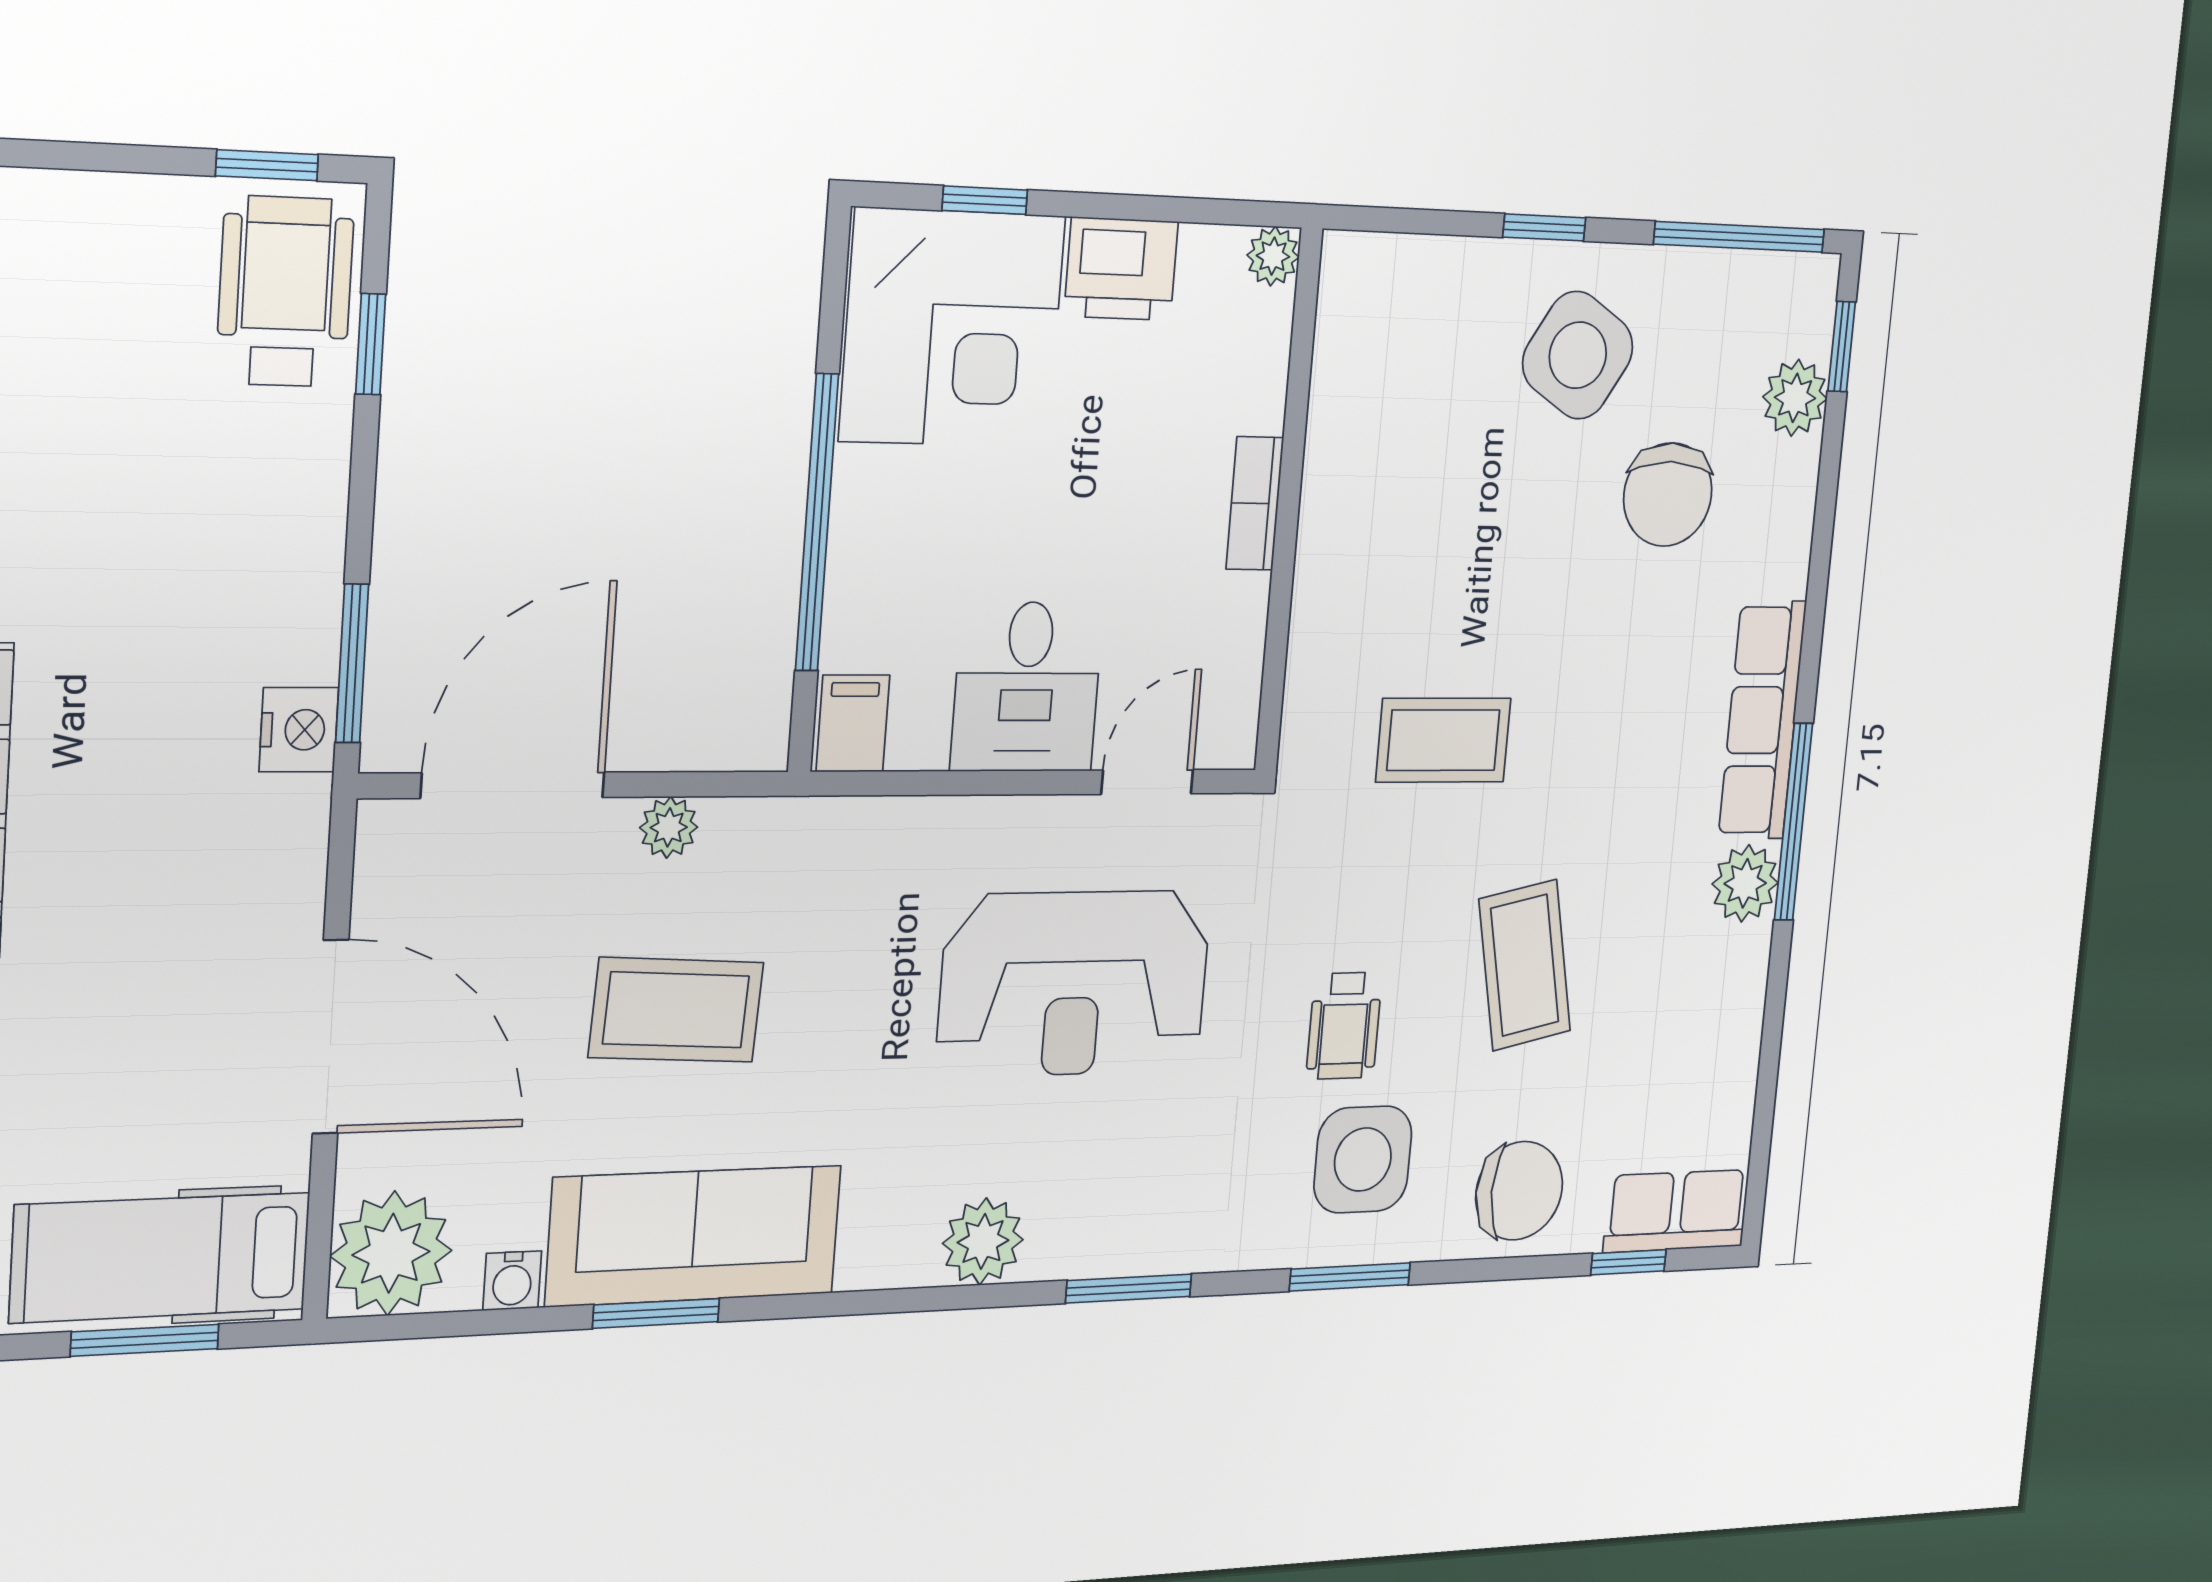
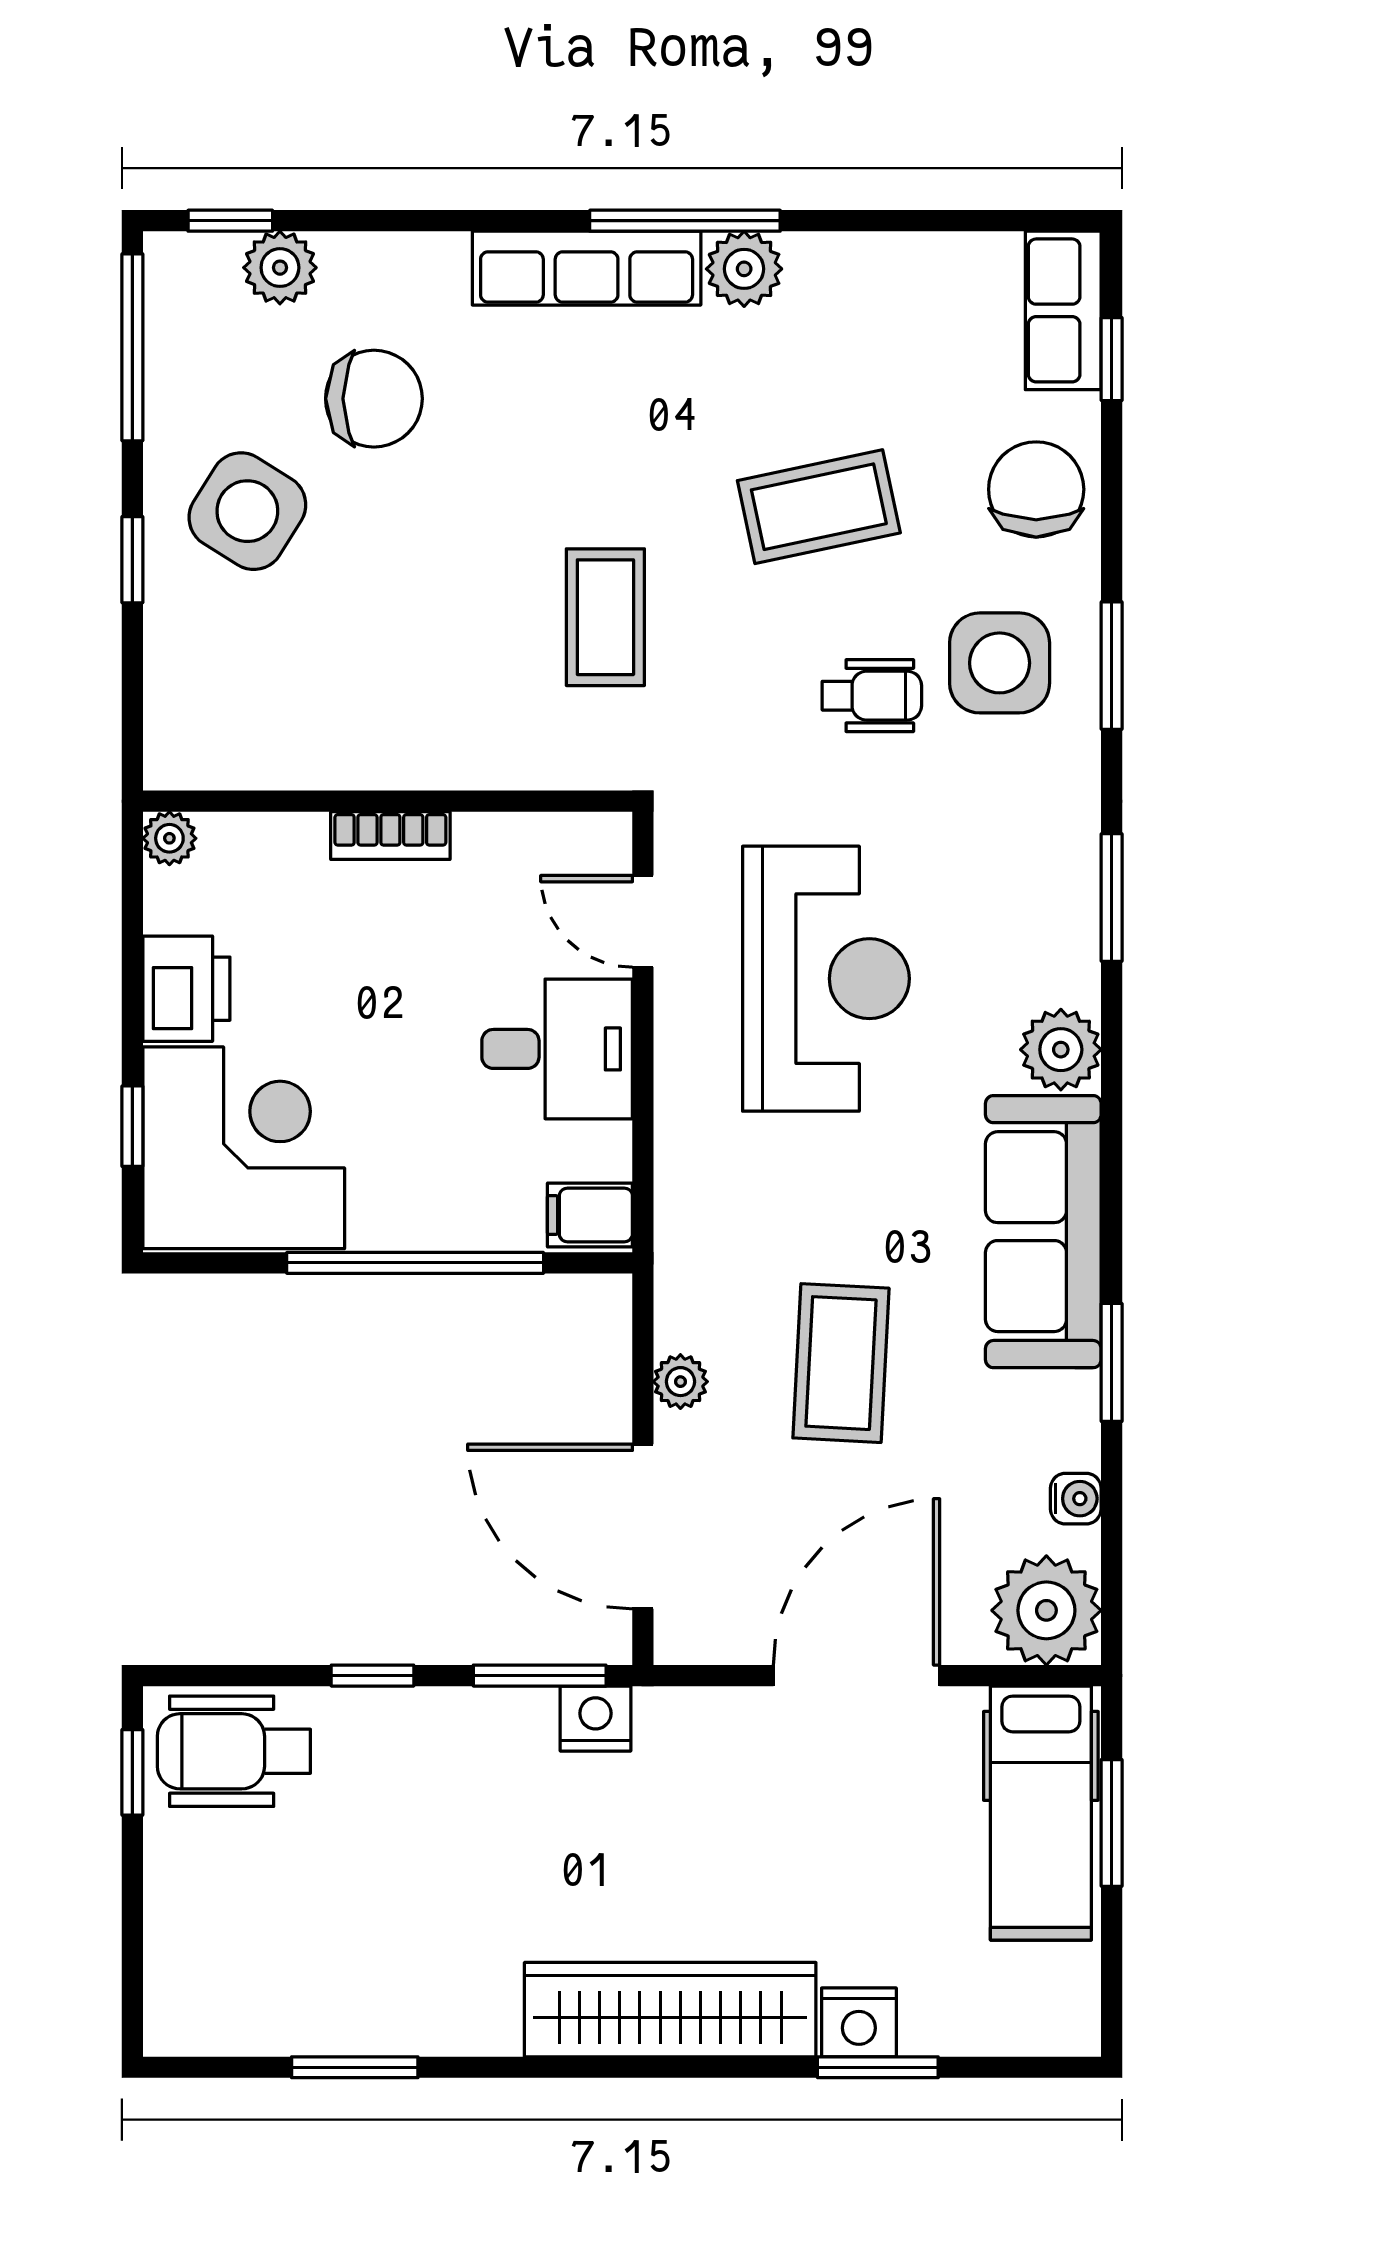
window: (371, 344) -> (373, 1676), moved
sofa: (694, 1236) -> (1043, 1232), moved

